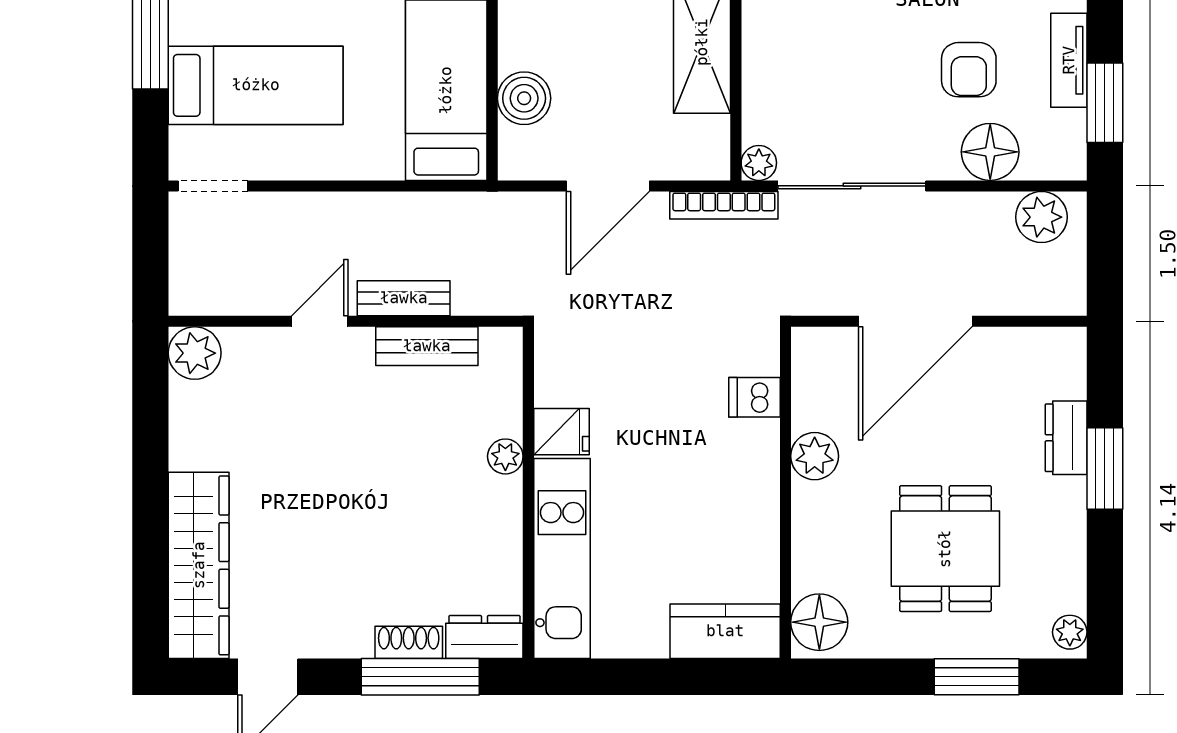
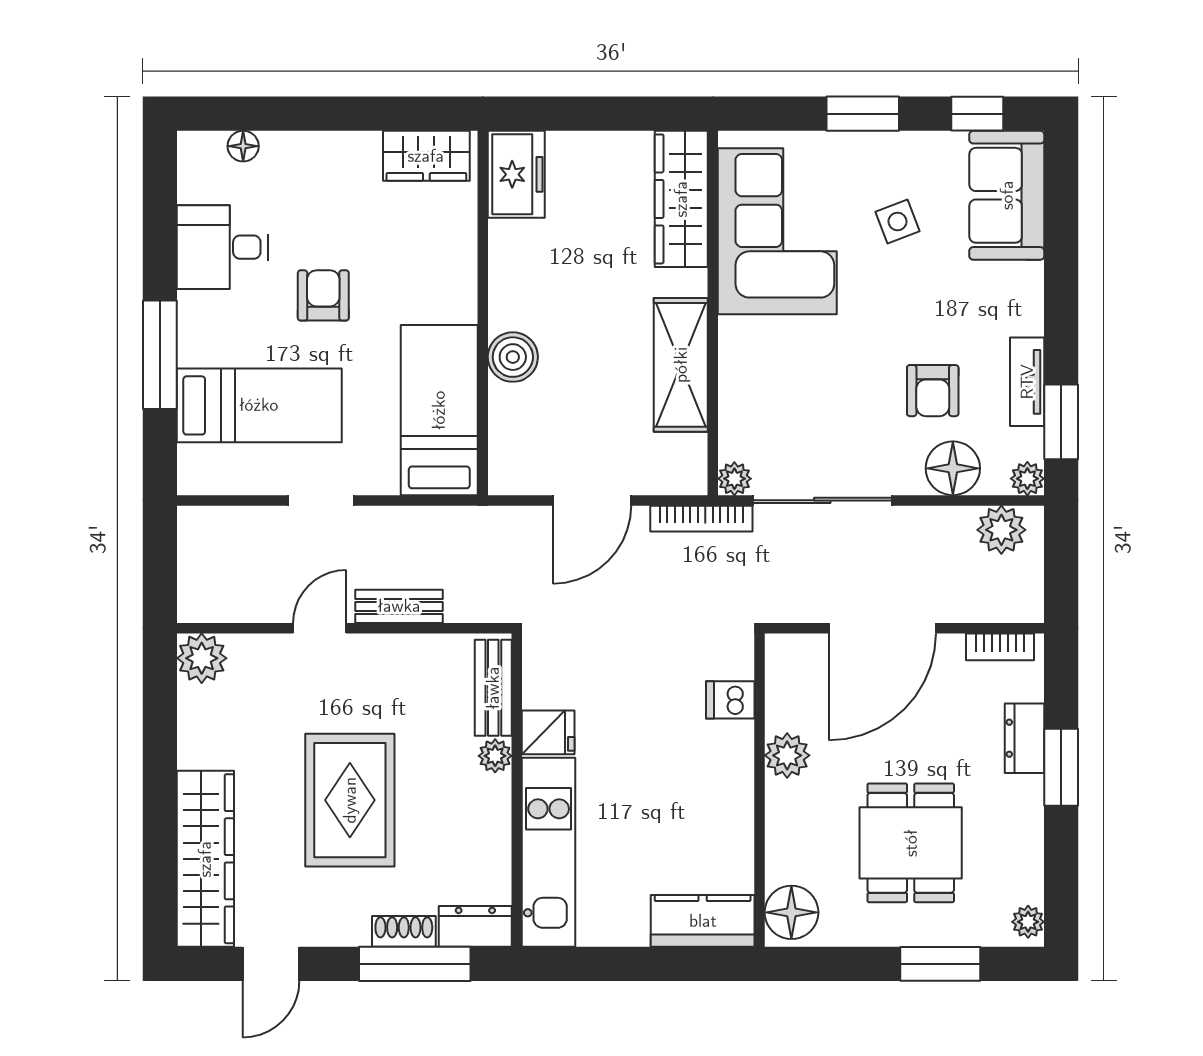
boiler: (524, 98) -> (513, 357), moved
plant: (1069, 163) -> (1027, 479), added
doorway: (213, 186) -> (321, 500), moved
bookcase: (1040, 341) -> (1000, 647), added
bench: (427, 346) -> (493, 688), moved, turned 90
rug: (352, 503) -> (350, 800), added

